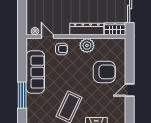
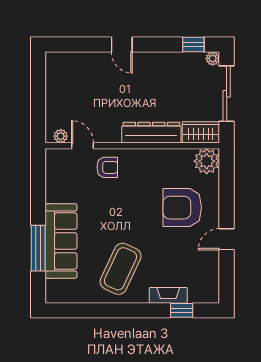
plant: (87, 45) -> (207, 161), moved
sofa: (35, 72) -> (61, 241), moved
armchair: (104, 72) -> (182, 208), turned 180

